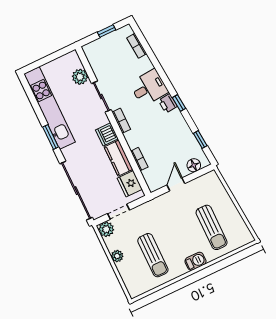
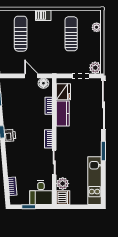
desk: (149, 88) -> (41, 193), moved, turned -85
kitchen unit: (49, 108) -> (94, 181), width x0.73
dishwasher: (107, 134) -> (63, 198), moved
floor lamp: (194, 165) -> (43, 83), moved
door: (176, 184) -> (31, 76), swing flipped
plant: (117, 256) -> (97, 27), moved

